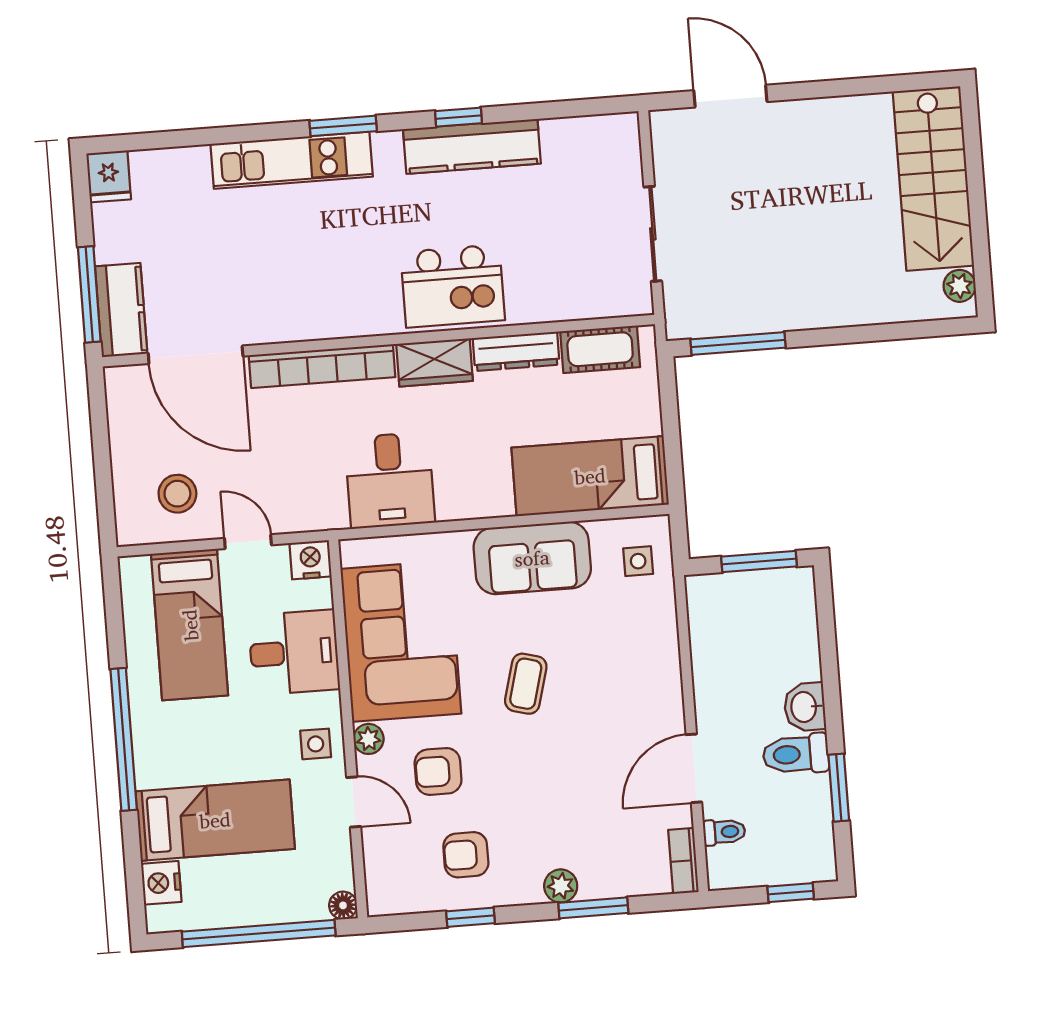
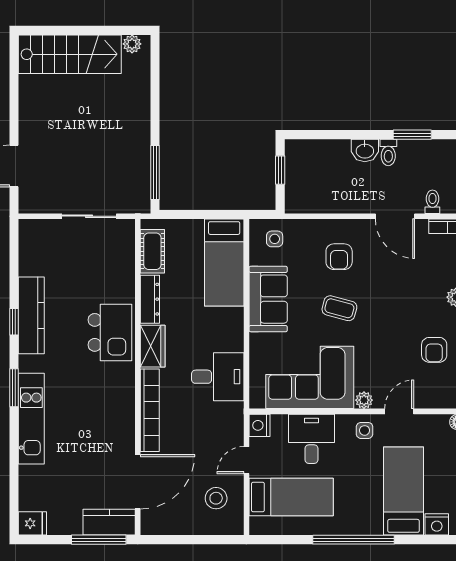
window: (759, 562) -> (280, 170), width x0.67
toilet: (796, 754) -> (388, 152), width x0.73, depth x0.72
armchair: (438, 771) -> (339, 257), moved

